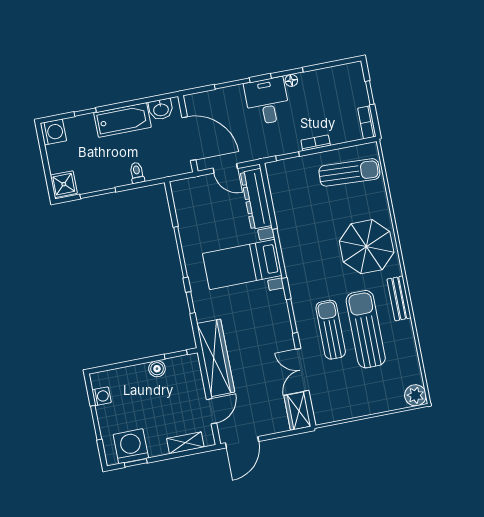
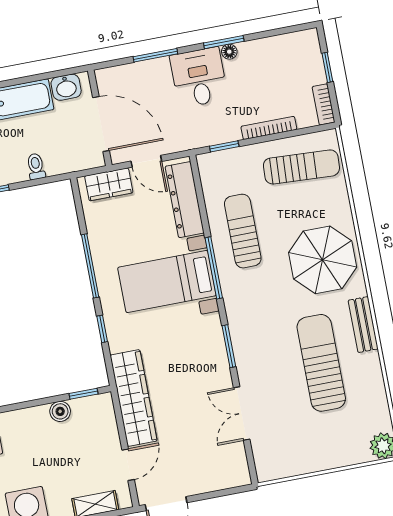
bookcase: (316, 143) -> (269, 128), width x1.56
sun lounger: (331, 330) -> (243, 231), moved
wardrobe: (297, 411) -> (109, 184), moved, turned -90

